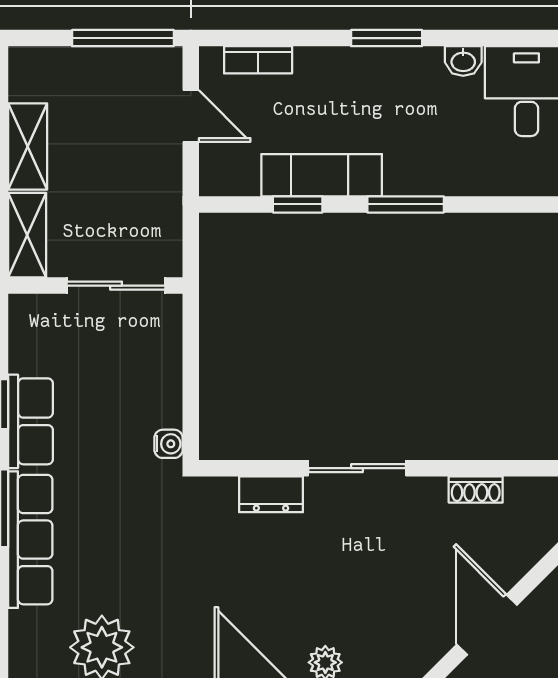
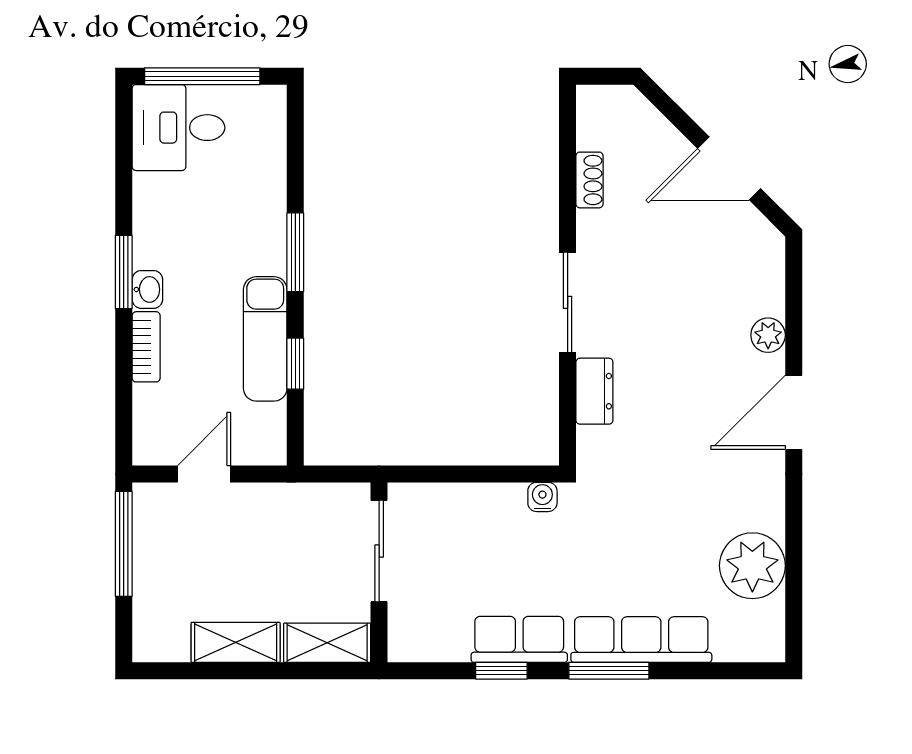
bookcase: (258, 60) -> (146, 347), moved
washbasin: (463, 61) -> (147, 289), moved

